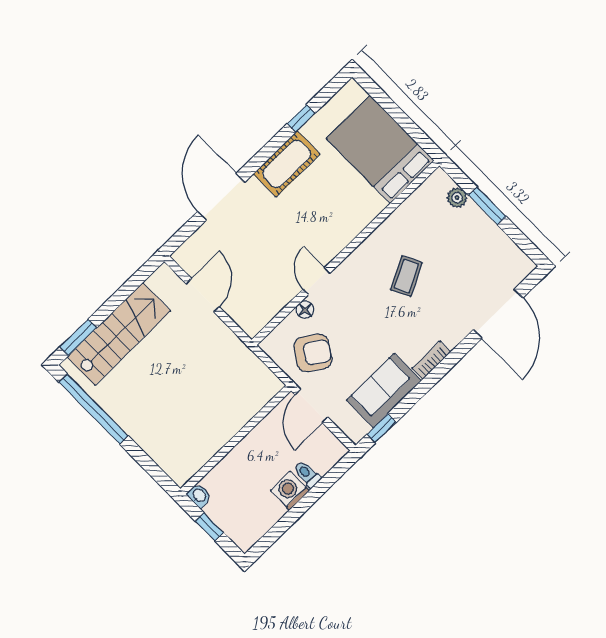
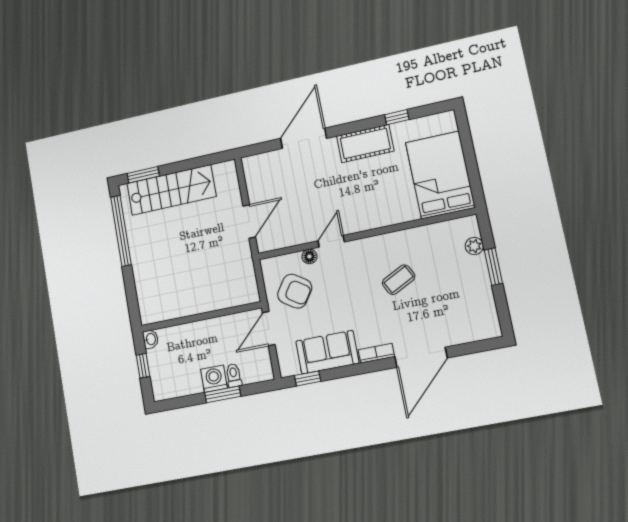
door: (203, 295) -> (249, 221), moved
door: (498, 314) -> (421, 357), moved
window: (309, 500) -> (223, 394), added

